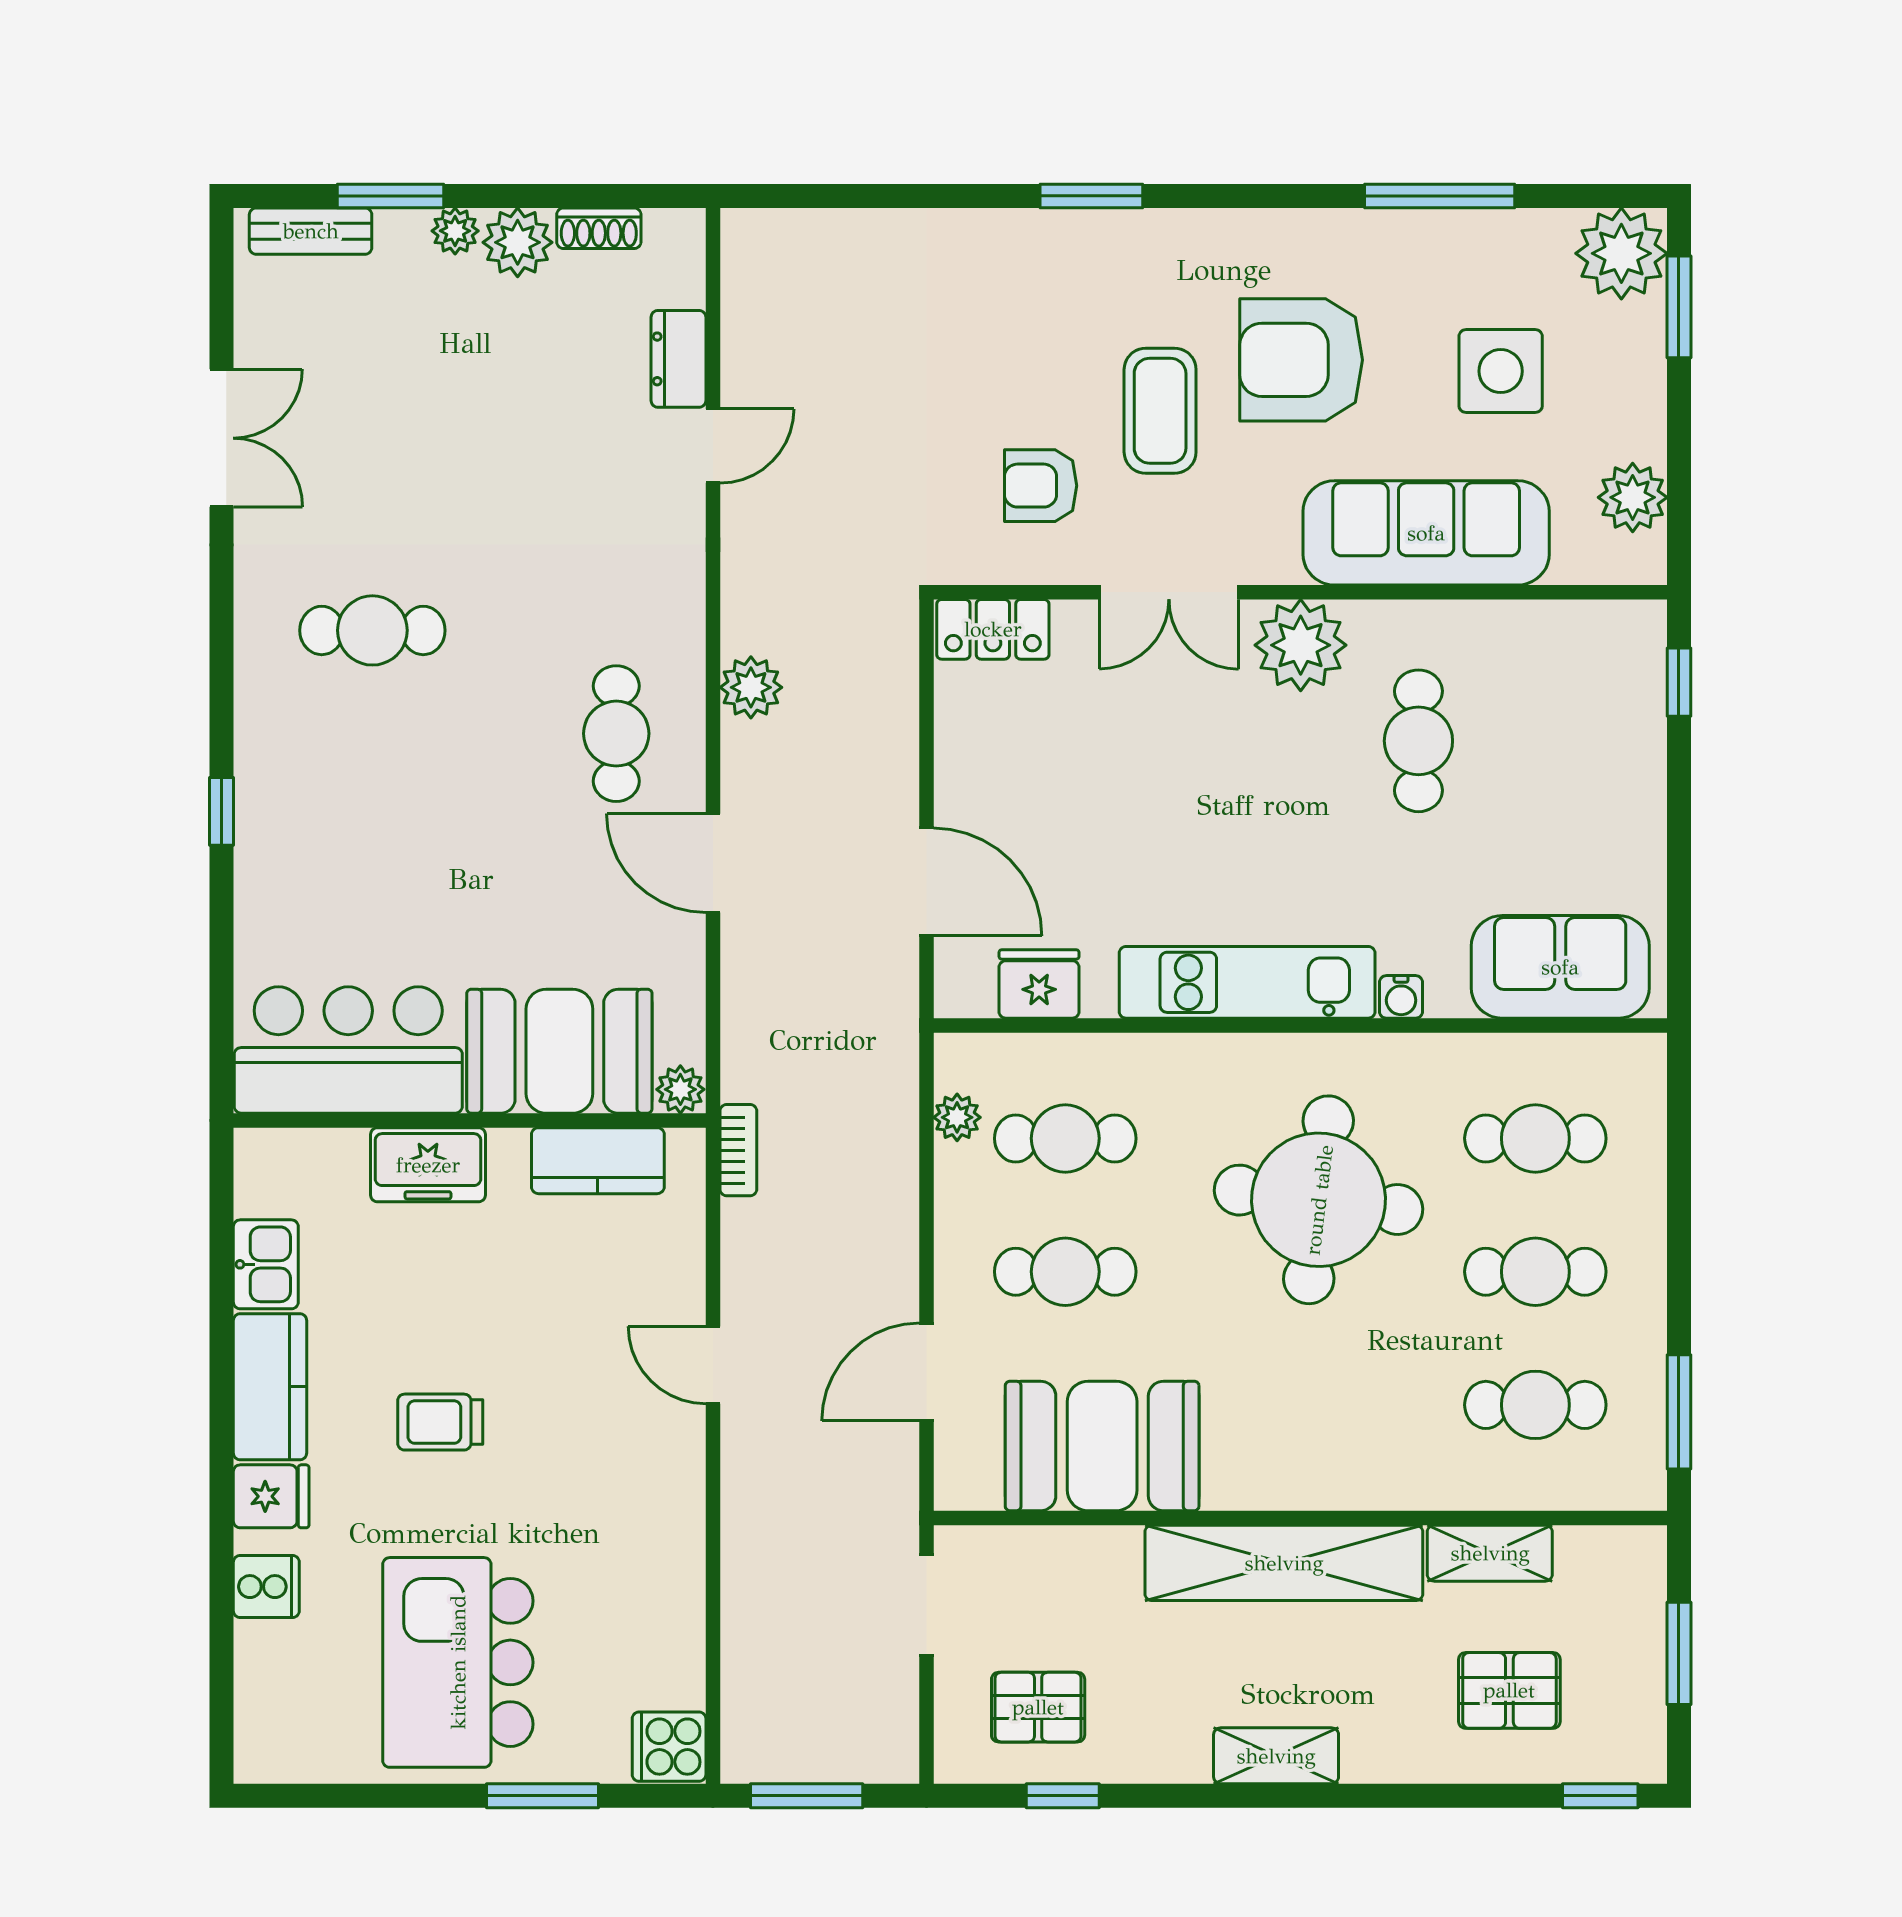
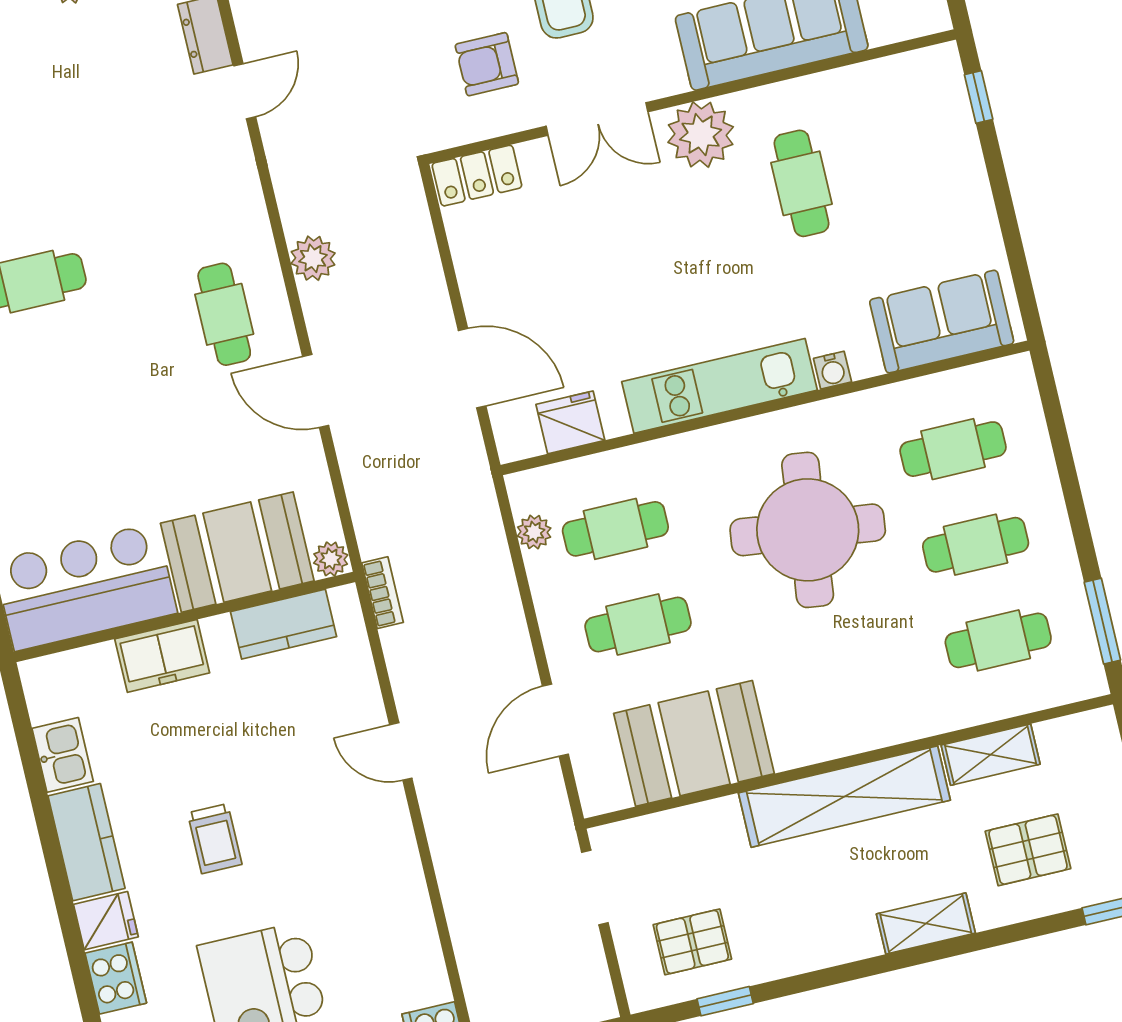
trolley: (440, 1422) -> (215, 839), turned -90
cooker: (266, 1587) -> (116, 978), width x1.36
shelving: (1276, 1756) -> (926, 924), moved

